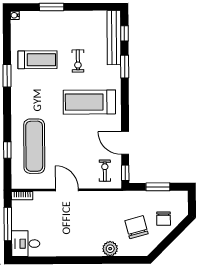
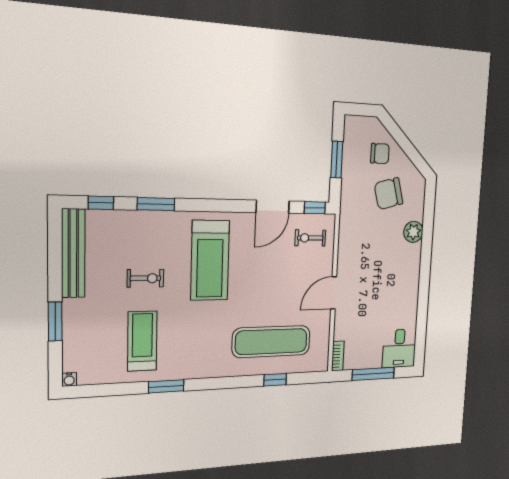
bench: (114, 38) -> (73, 253), moved, turned 90

